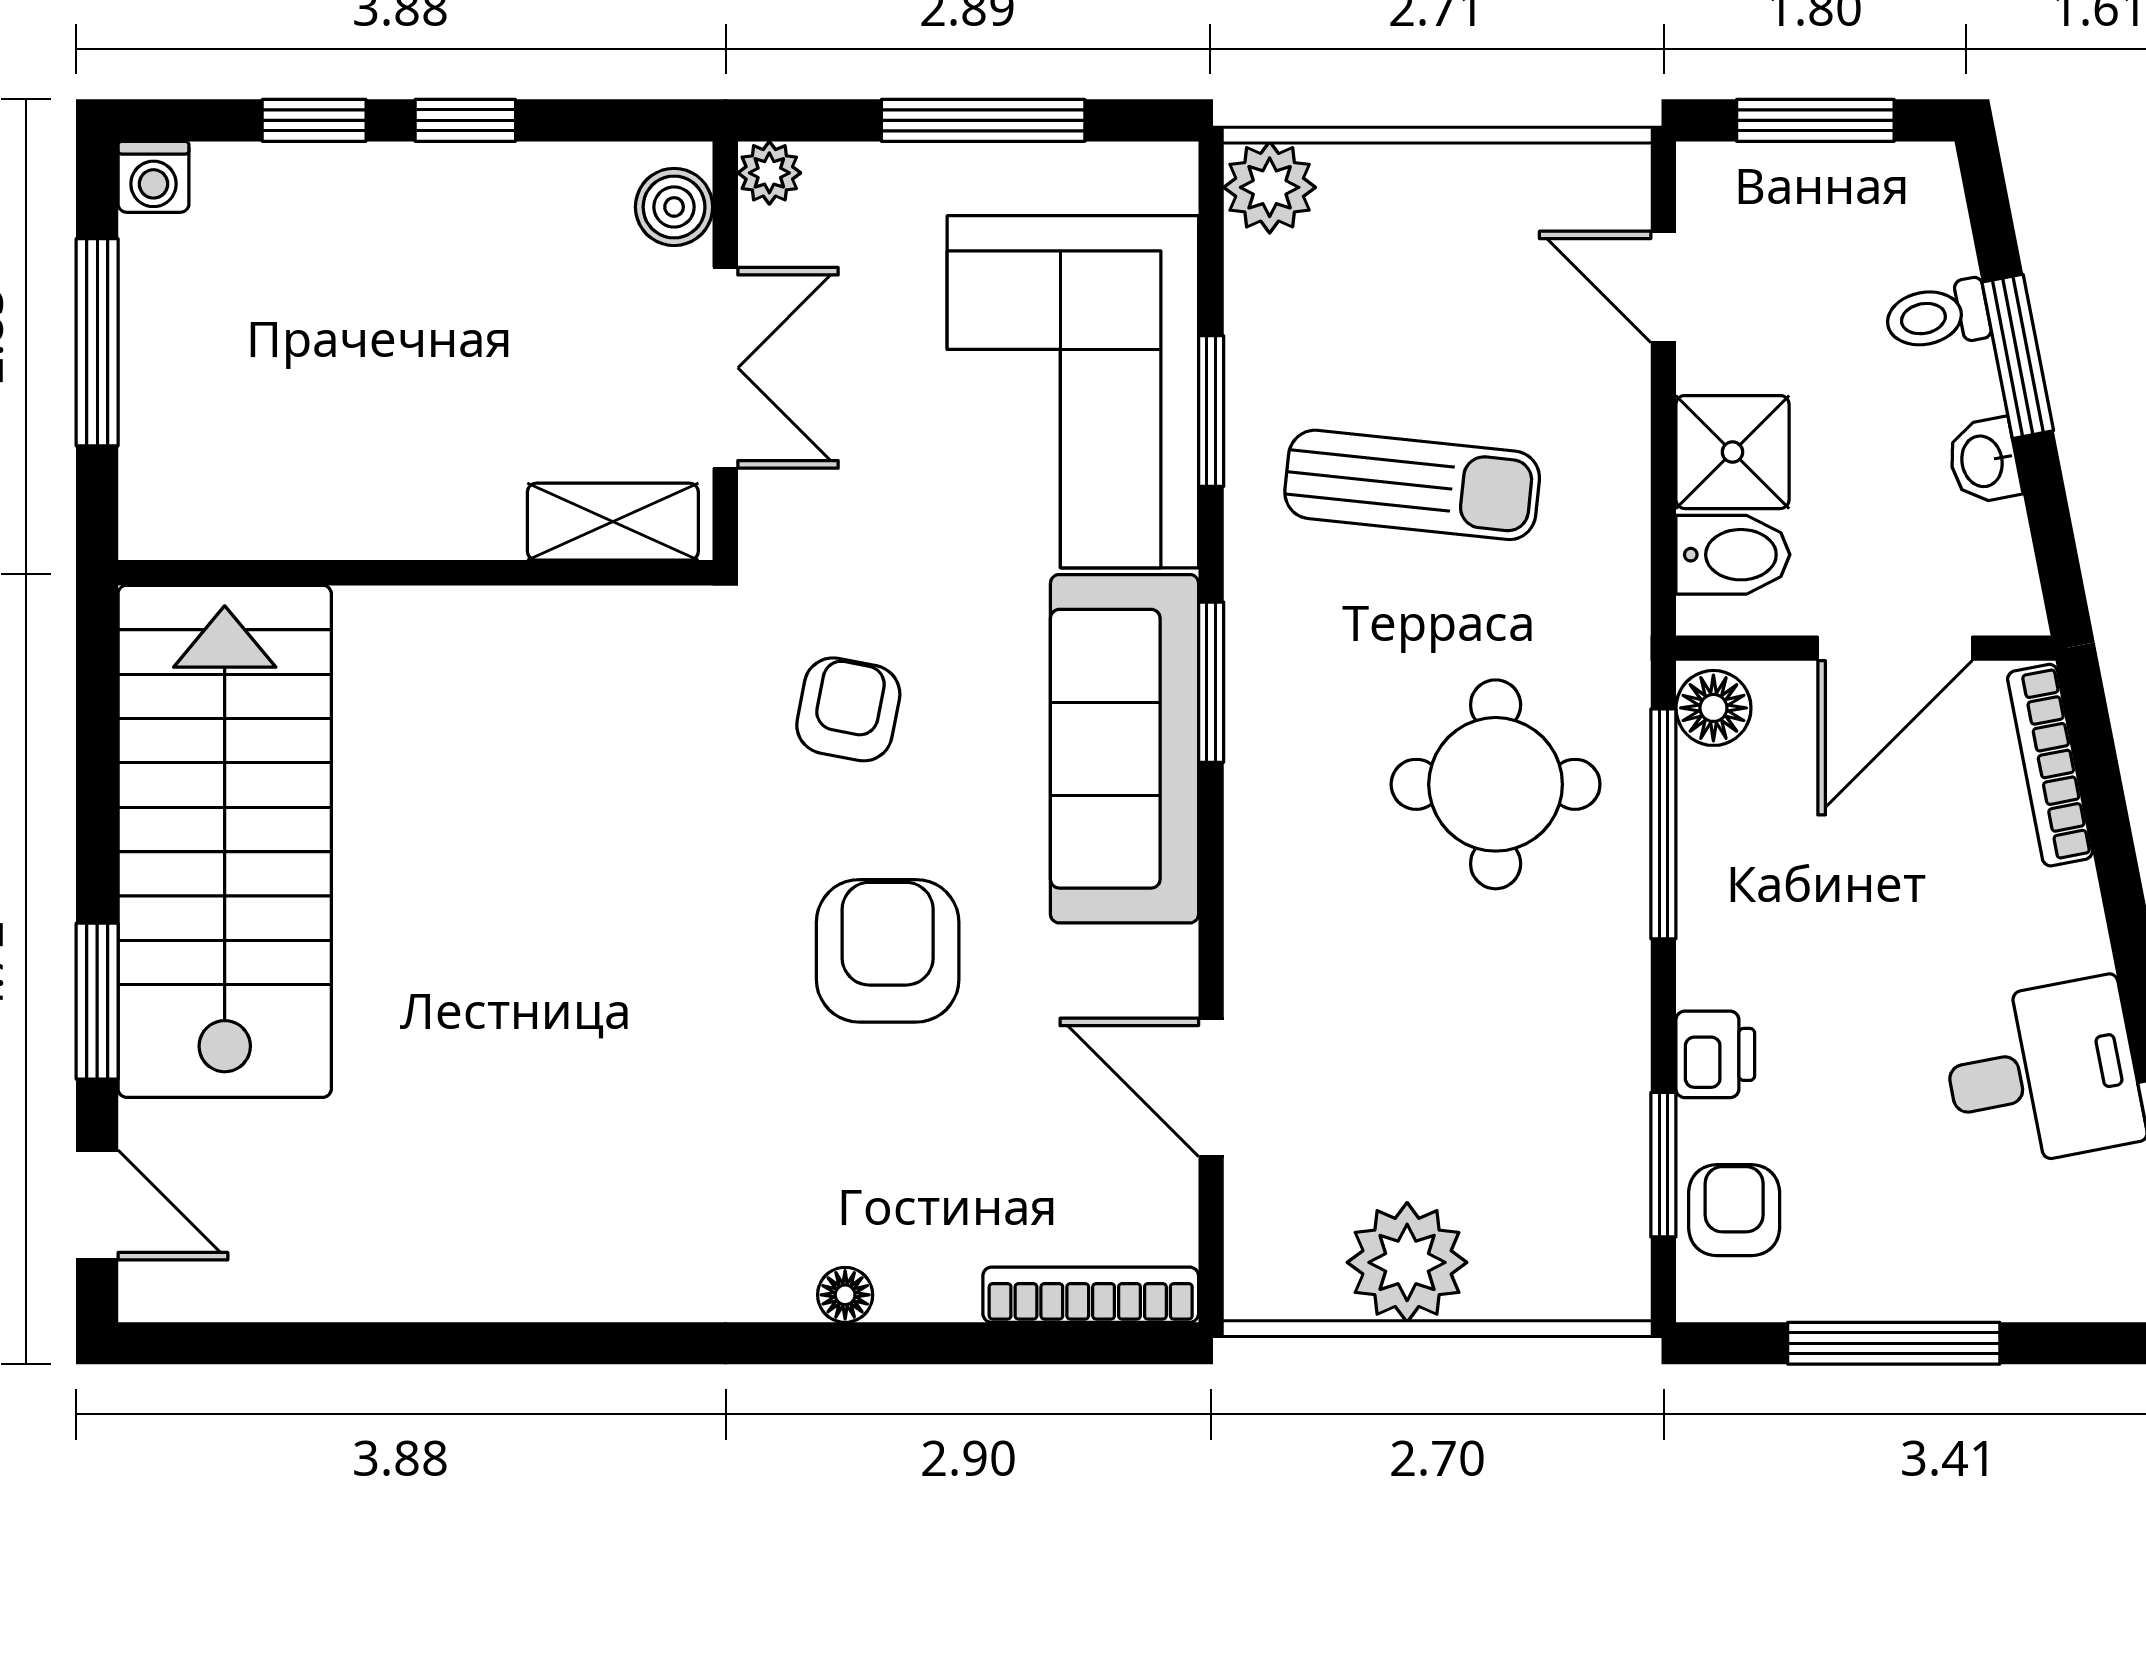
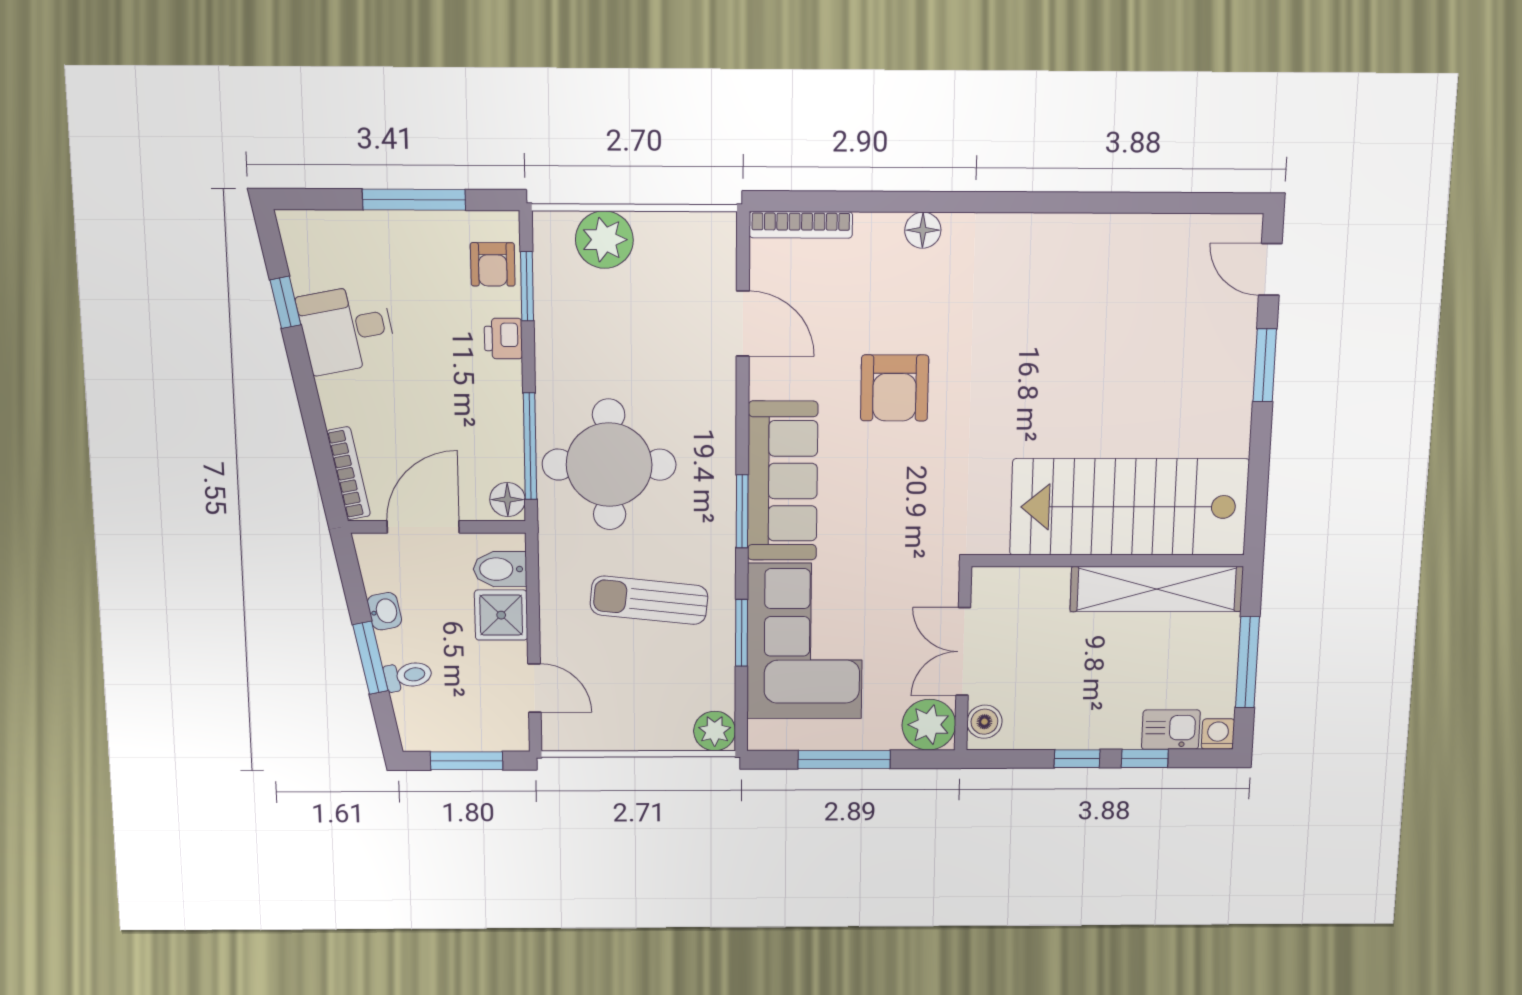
plant: (769, 173) -> (929, 725), width x1.88, depth x1.88
kitchen sink: (259, 187) -> (1171, 730), added
shelving: (613, 522) -> (1157, 589), moved, width x2.20, depth x1.33
armchair: (848, 709) -> (911, 499), removed
round table: (1496, 784) -> (609, 465), width x1.36, depth x1.36
stairs: (225, 841) -> (1129, 507), moved, turned 90
plant: (1407, 1262) -> (604, 240), moved
floor lamp: (845, 1295) -> (923, 230), width x1.37, depth x1.37

